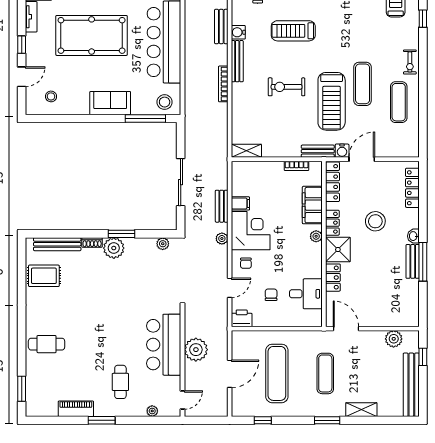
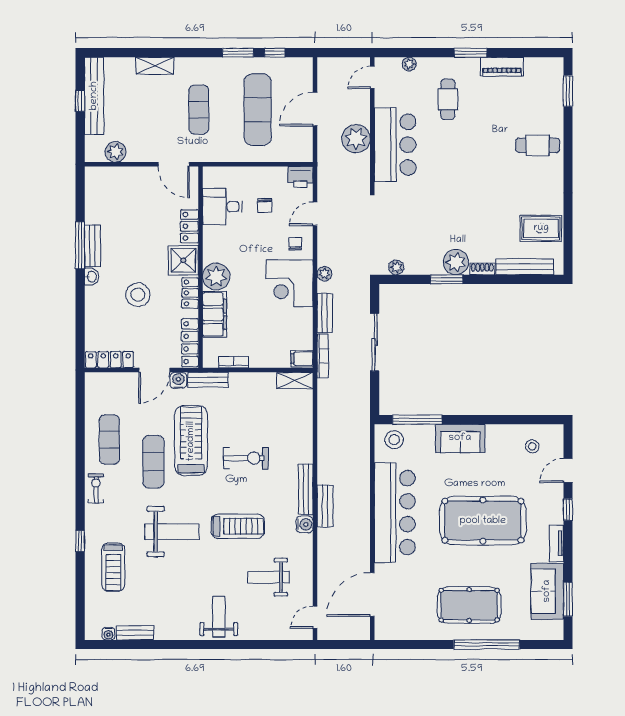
bench: (221, 26) -> (325, 506), moved
weight bench: (347, 26) -> (172, 532), added
bookcase: (223, 84) -> (323, 356), moved
locker: (412, 188) -> (109, 360), moved, turned -90
filing cabinet: (240, 203) -> (302, 359), moved
plant: (316, 236) -> (216, 276), width x1.87, depth x1.87
window: (423, 357) -> (80, 101), moved
window: (327, 420) -> (238, 53), moved

